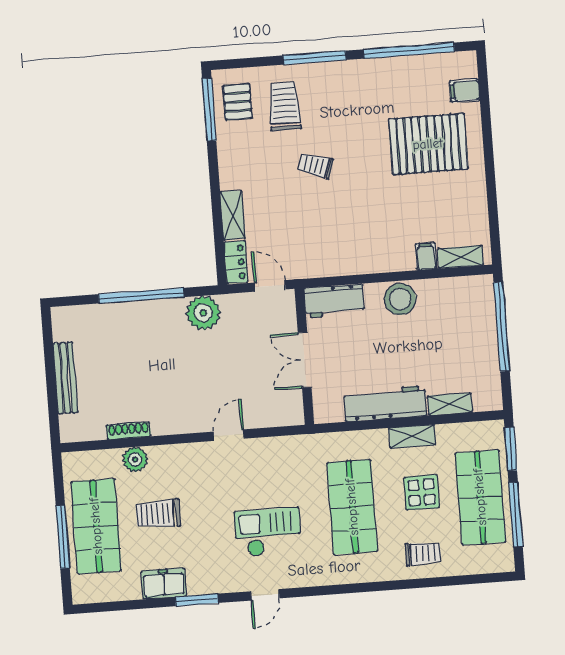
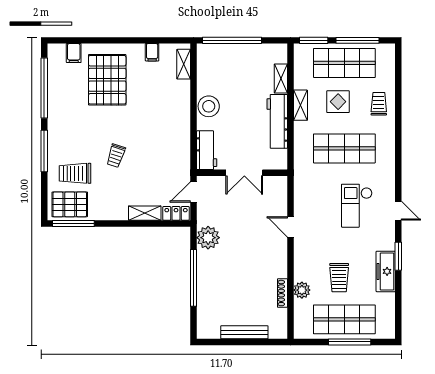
pallet: (237, 102) -> (70, 204), width x1.50, depth x1.42
filing cabinet: (426, 256) -> (152, 52), moved, turned -90
freezer: (164, 584) -> (386, 271), width x1.40

